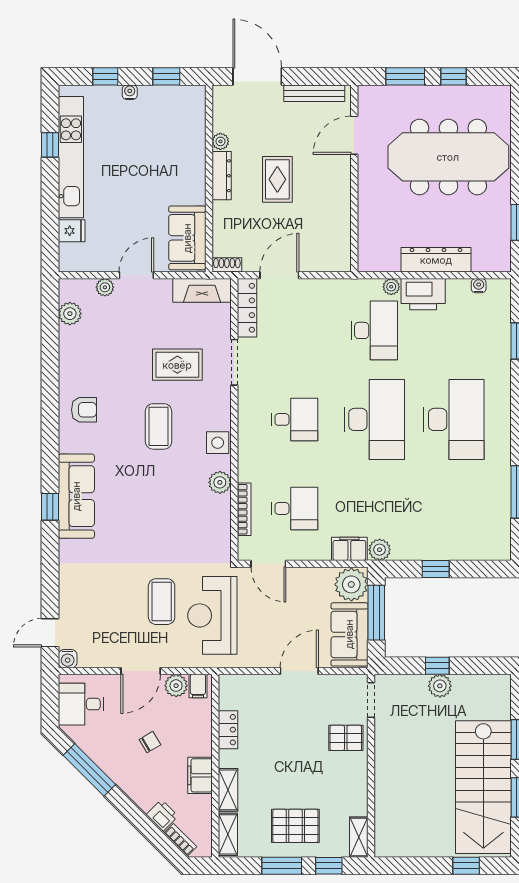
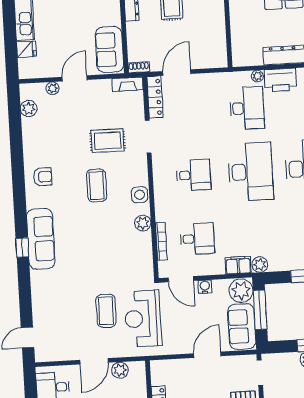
fireplace: (202, 290) -> (128, 84), width x0.73, depth x0.76
water cooler: (68, 659) -> (205, 287), moved, turned 180
filing cabinet: (198, 686) -> (136, 370), removed

